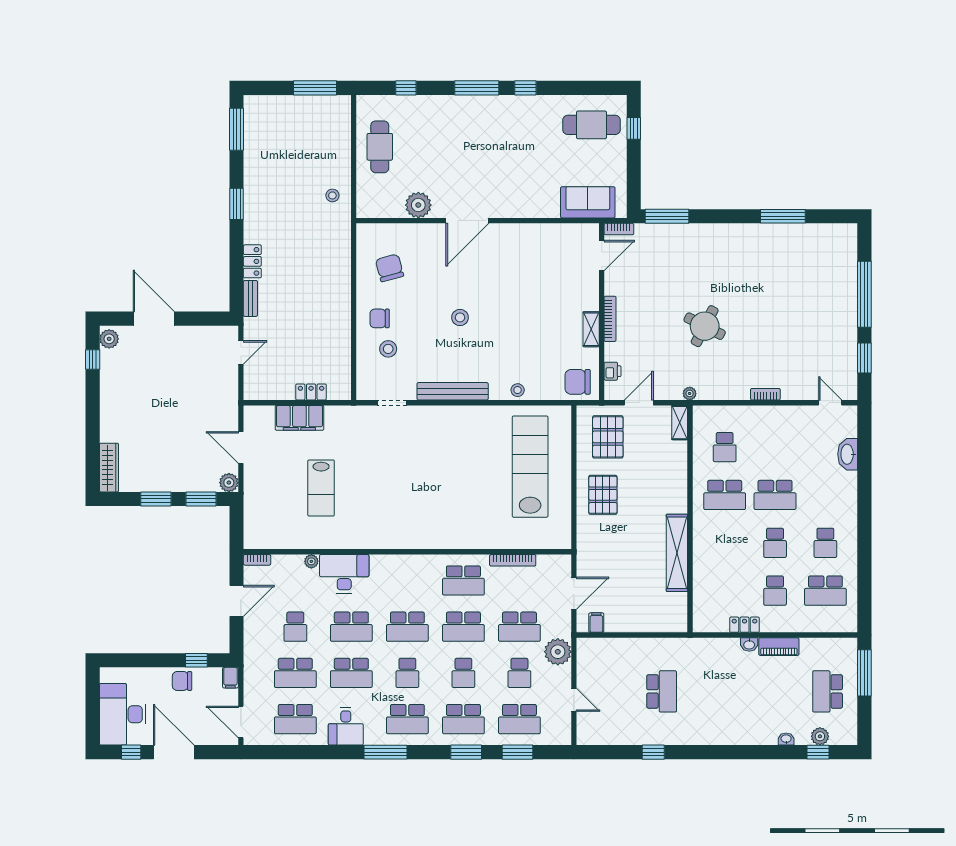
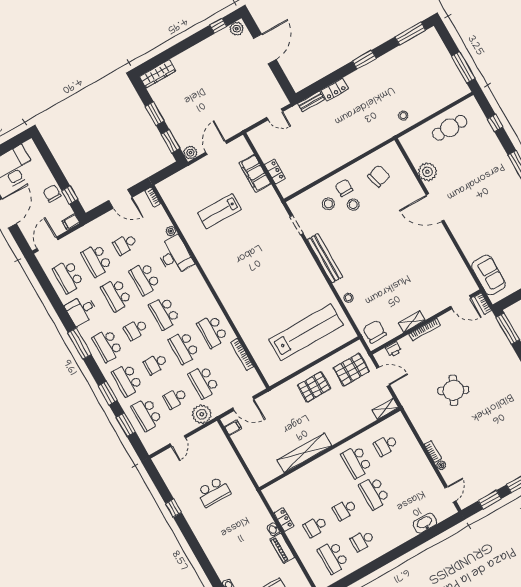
stool: (460, 317) -> (353, 205), moved
plant: (690, 393) -> (441, 465), moved

